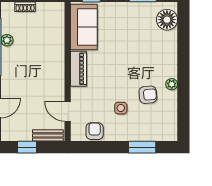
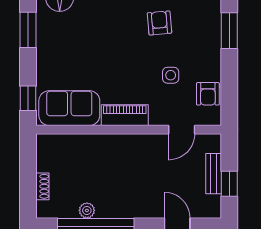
side table: (121, 108) -> (171, 75), moved
armchair: (95, 131) -> (208, 94), turned -90
bench: (48, 135) -> (214, 174), moved

